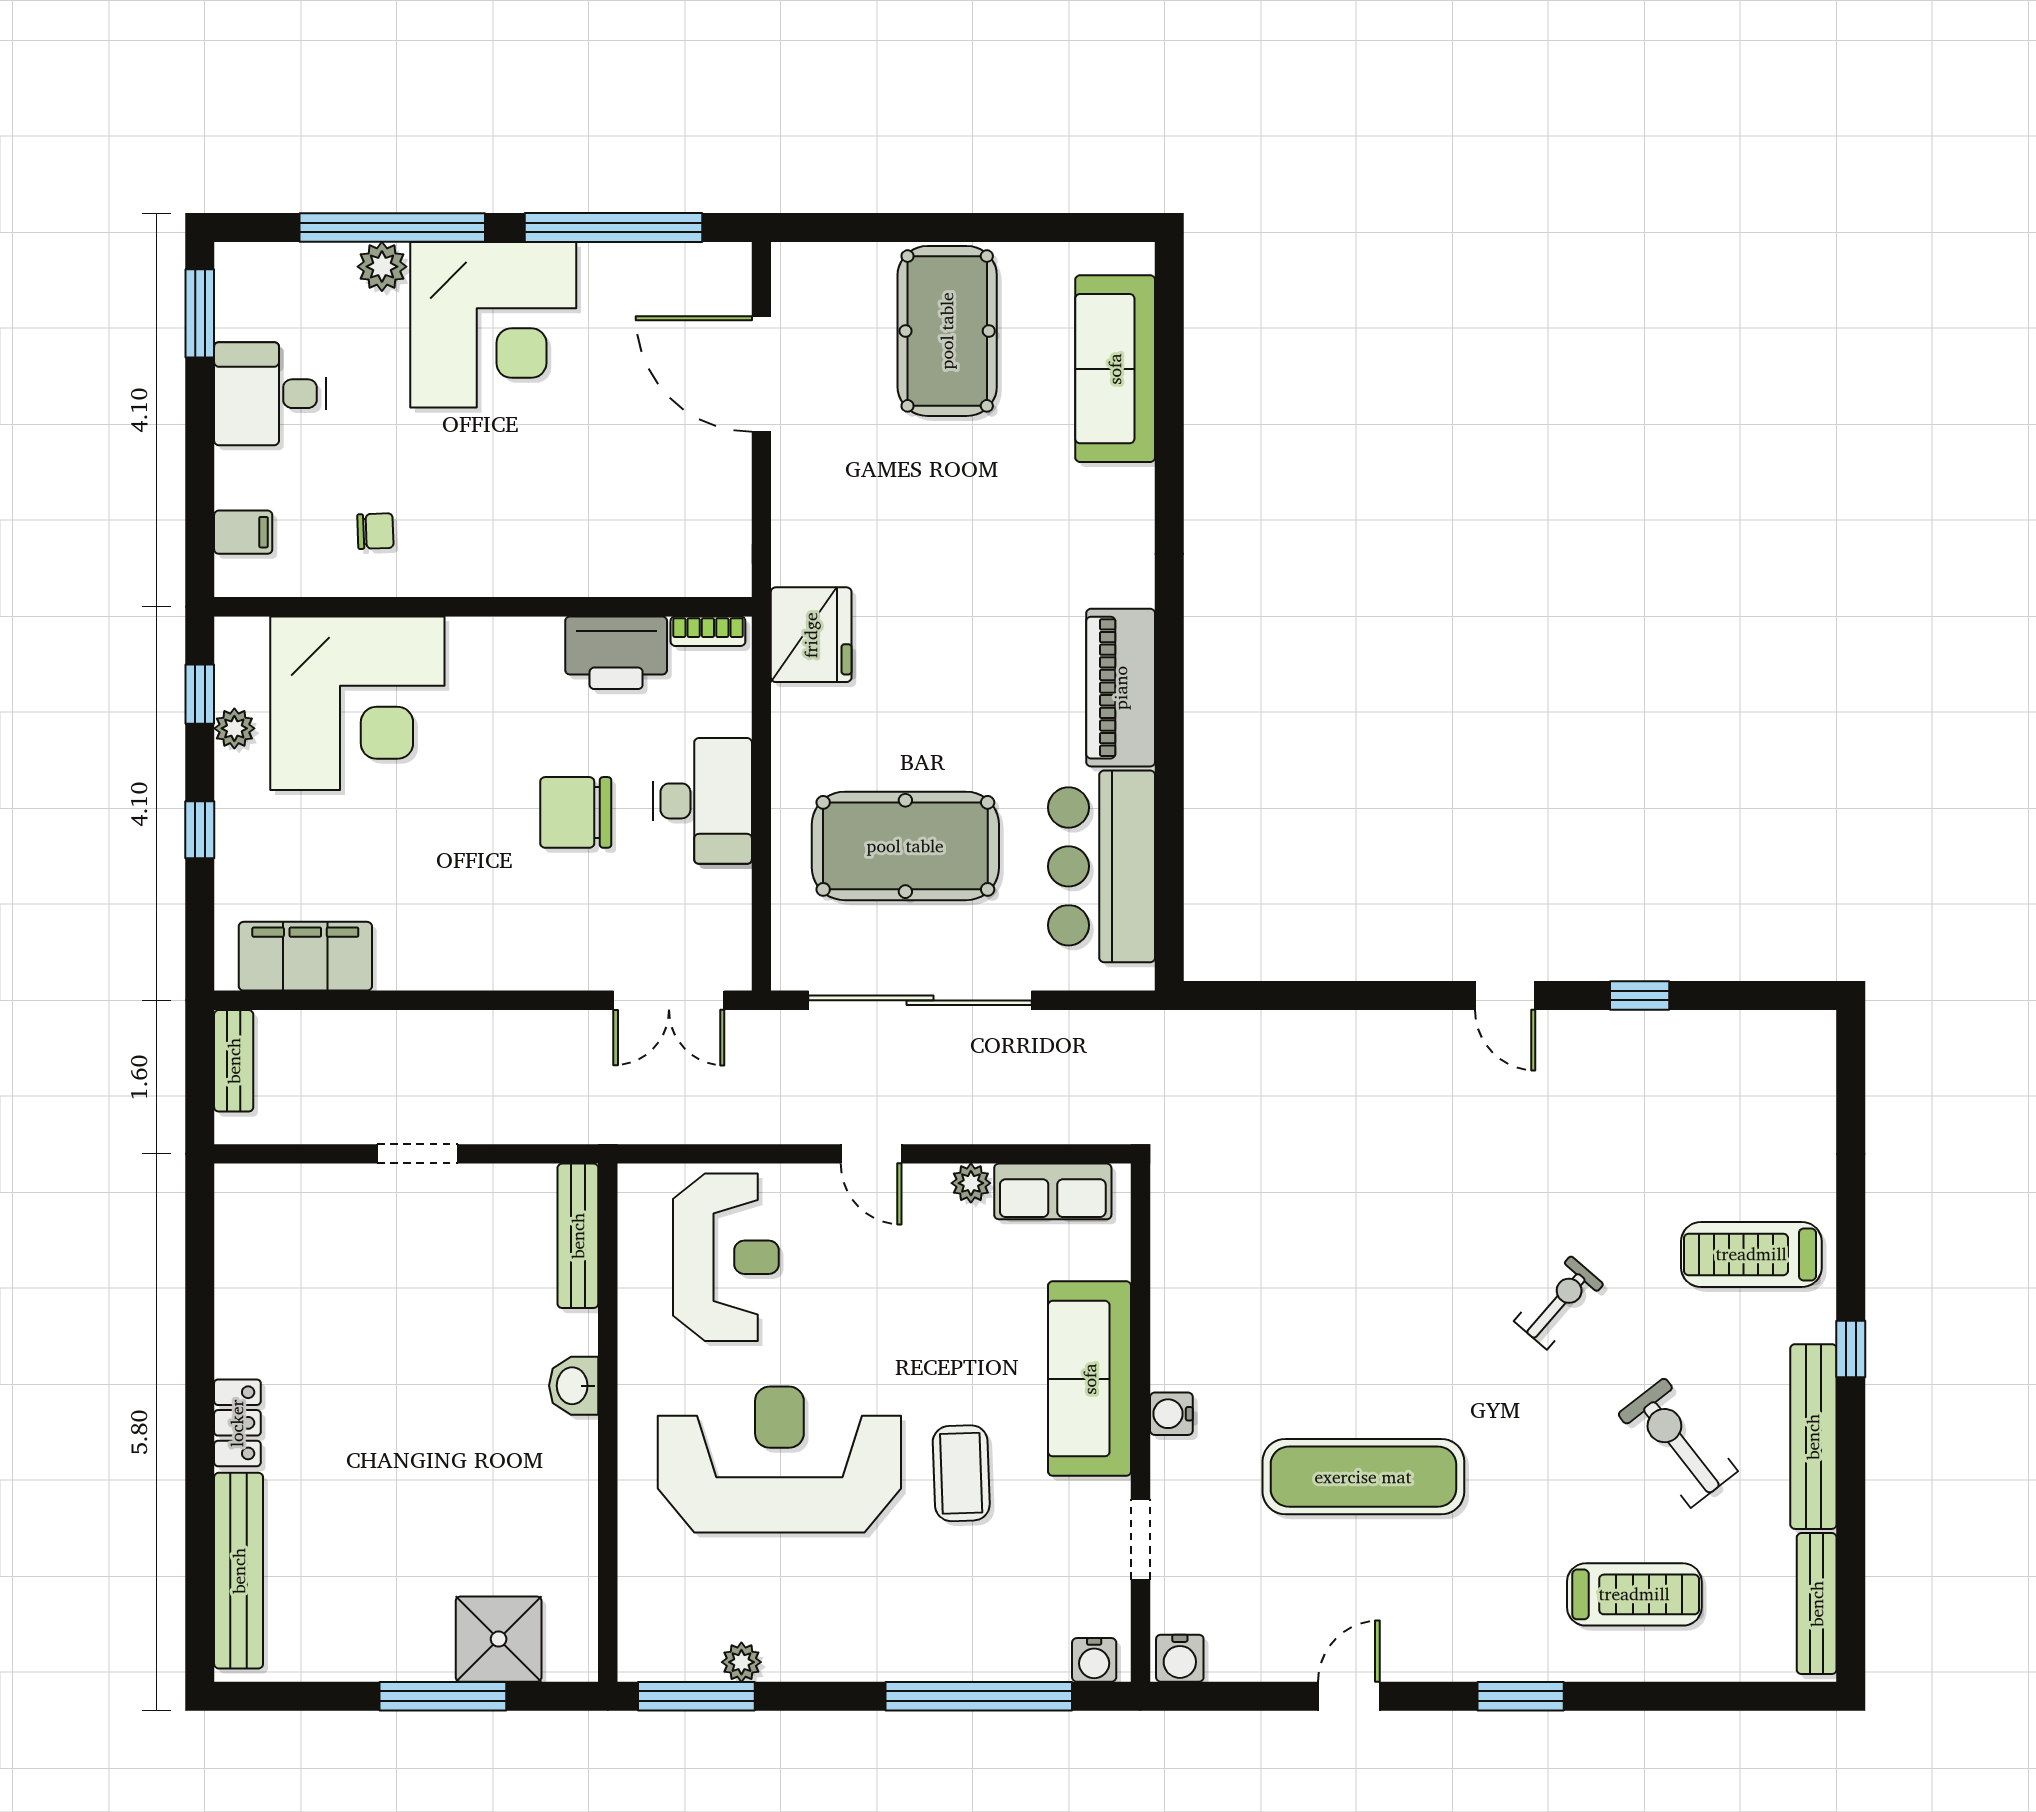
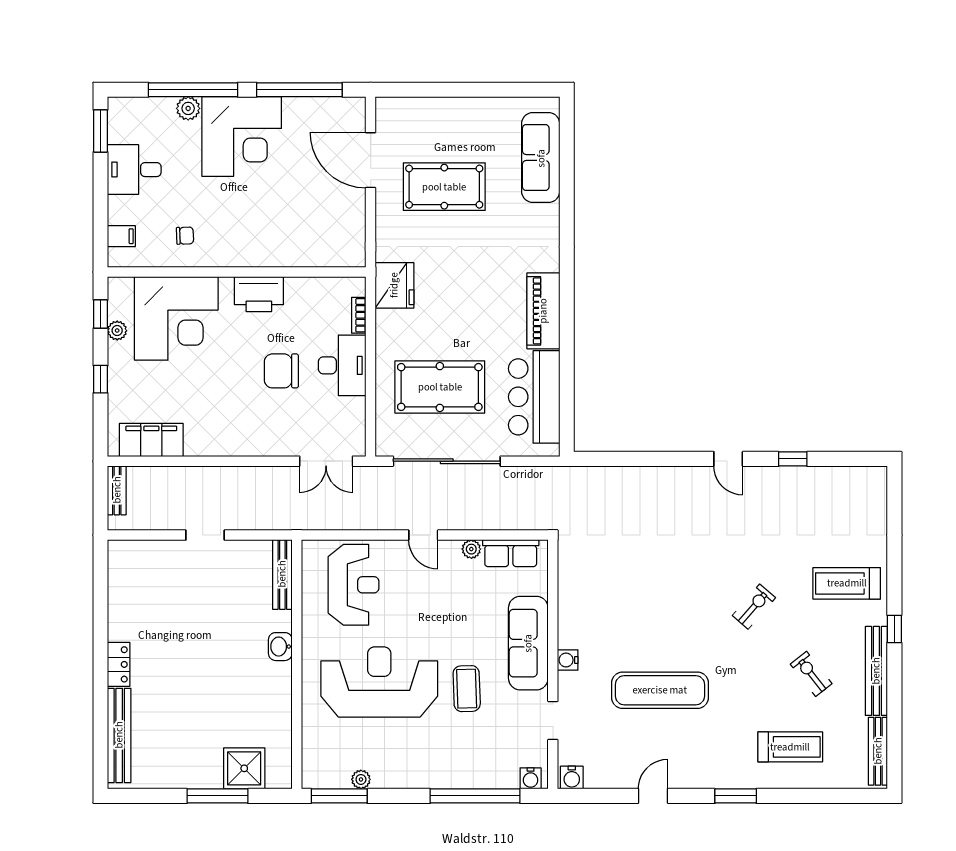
pool table: (947, 331) -> (444, 187), moved, turned 90
bookcase: (708, 631) -> (359, 315), moved, turned 90
printer: (616, 653) -> (259, 294), moved
exercise bike: (1678, 1443) -> (811, 674), width x0.73, depth x0.72

